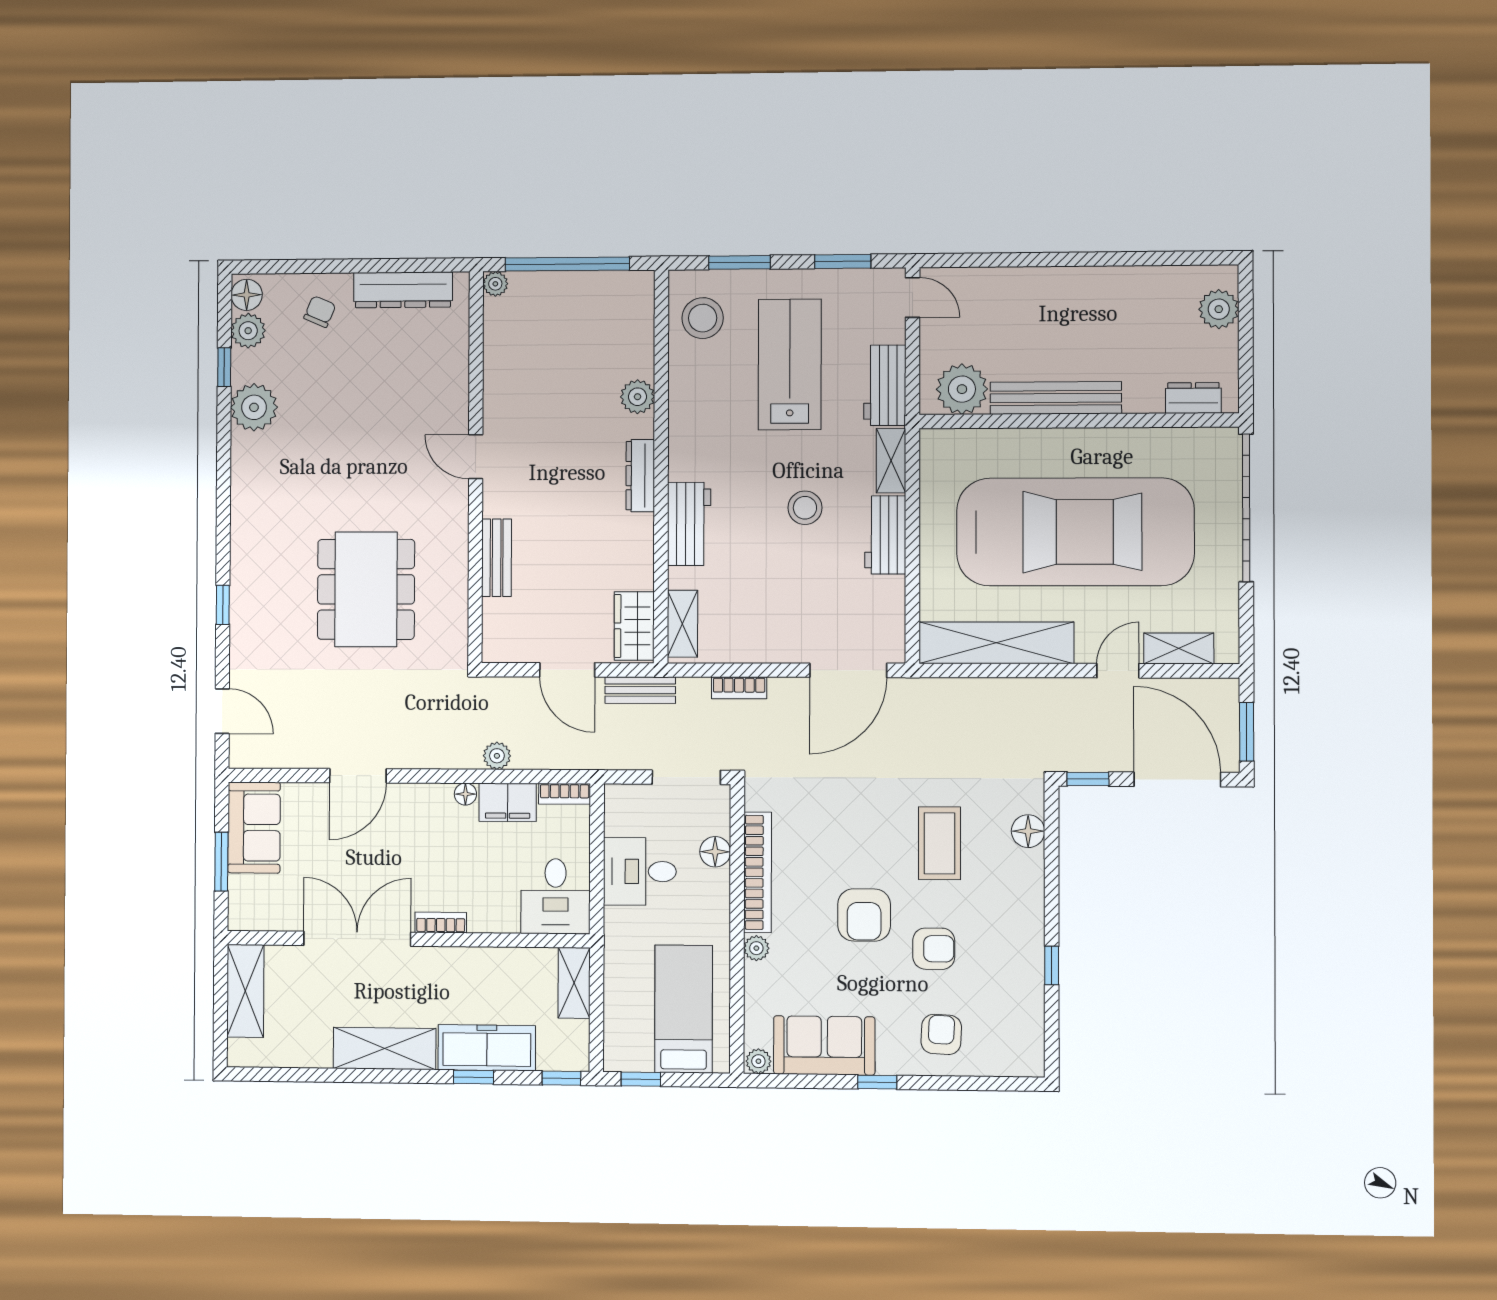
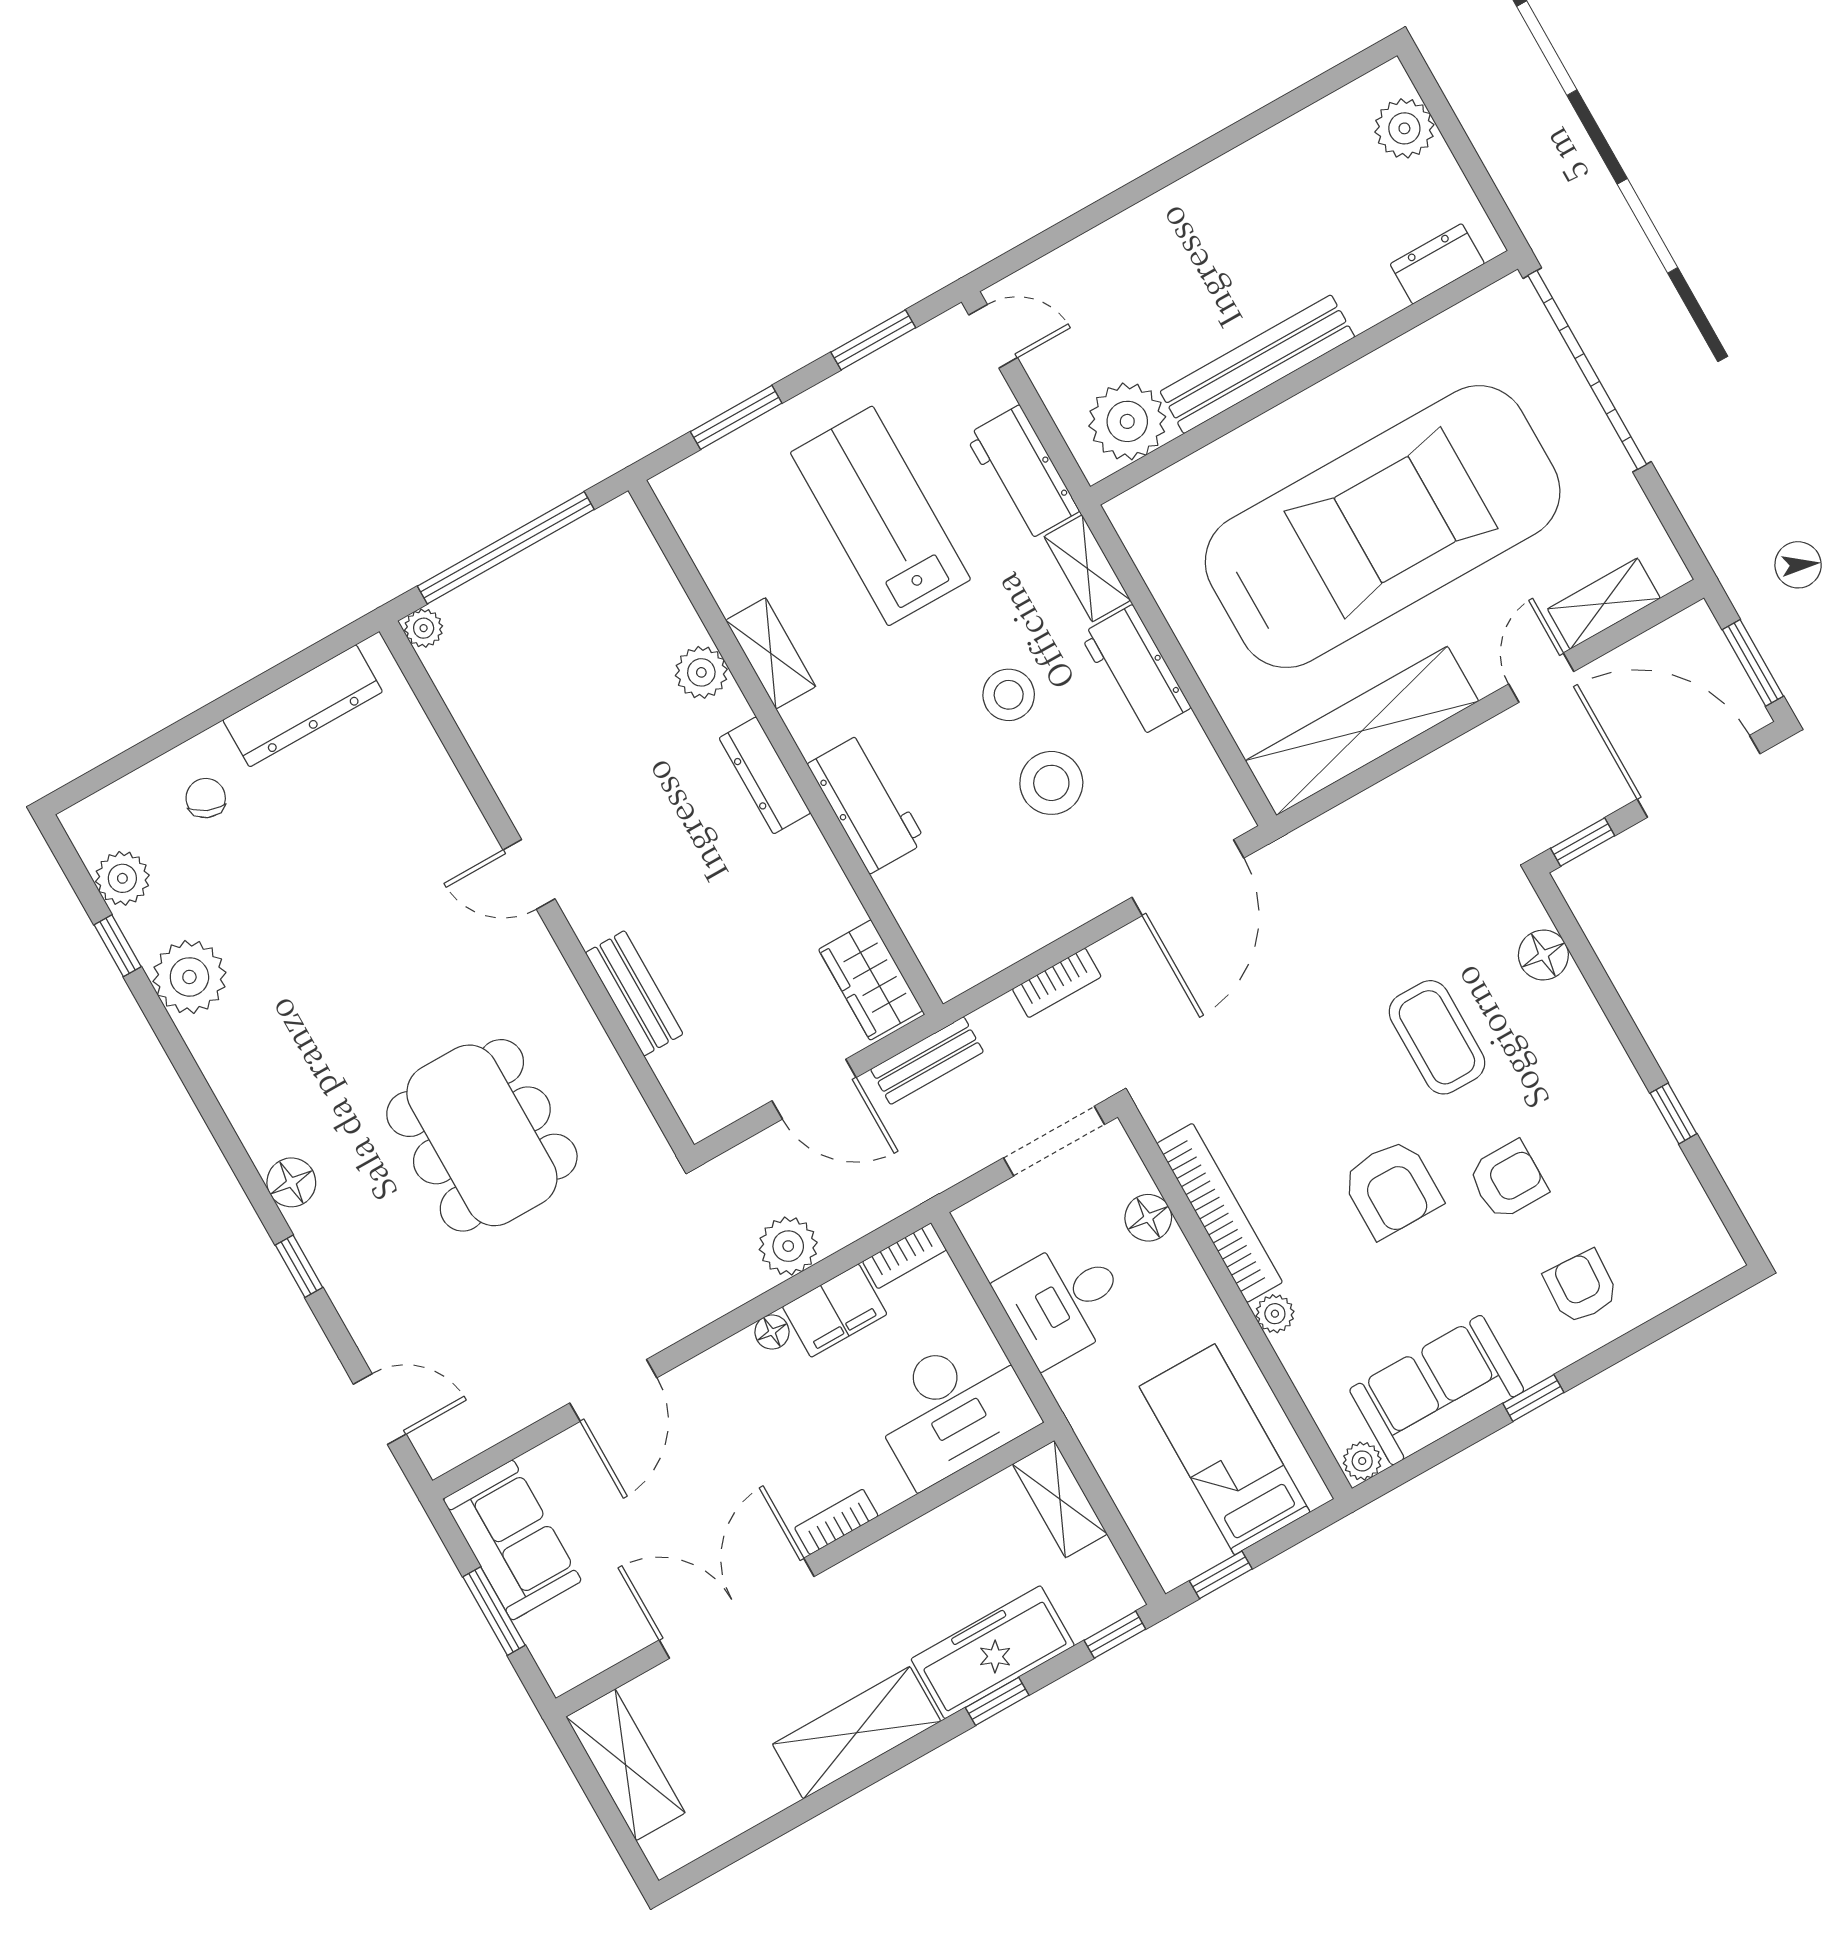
floor lamp: (247, 295) -> (291, 1182), moved
stool: (703, 318) -> (1051, 783), moved
shelving: (682, 624) -> (771, 653), moved
plant: (497, 756) -> (788, 1246), width x1.38, depth x1.38
desk: (556, 896) -> (953, 1408), width x1.37

